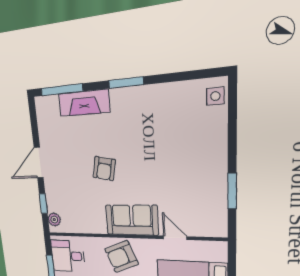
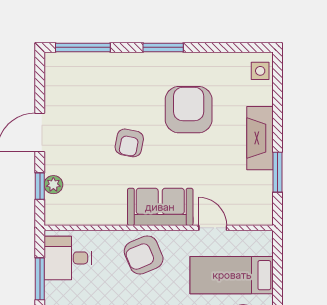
fireplace: (84, 103) -> (260, 138), moved, turned 90
armchair: (151, 138) -> (189, 110), added
plant: (54, 220) -> (53, 185), moved

